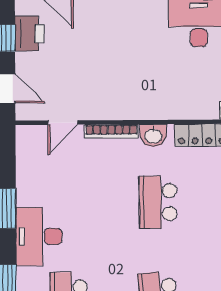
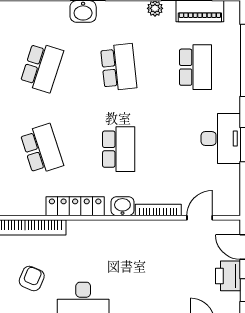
printer: (29, 33) -> (228, 276), moved
desk: (39, 236) -> (221, 138), moved

